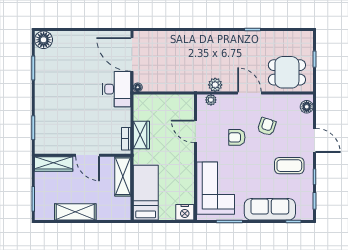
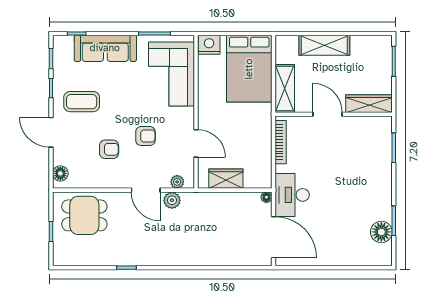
floor lamp: (44, 40) -> (381, 232), moved
door: (249, 93) -> (146, 190), moved
armchair: (267, 127) -> (109, 149), turned -108
wardrobe: (141, 135) -> (226, 179), moved, turned 90
bookcase: (126, 139) -> (281, 142), width x1.56
bed: (146, 193) -> (249, 69), width x1.50
shelving: (75, 212) -> (324, 45), moved

